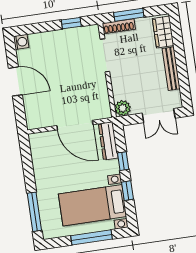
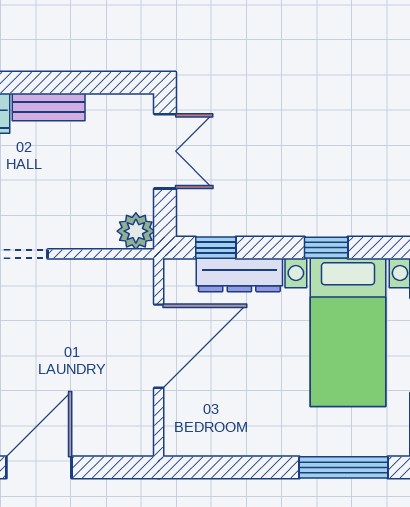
bench: (171, 69) -> (49, 107), width x0.73
dresser: (108, 141) -> (239, 275), moved
window: (123, 161) -> (216, 248), moved

